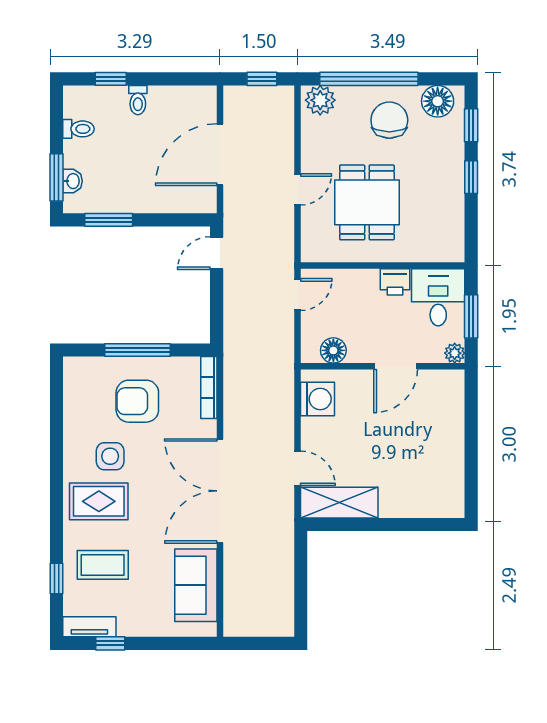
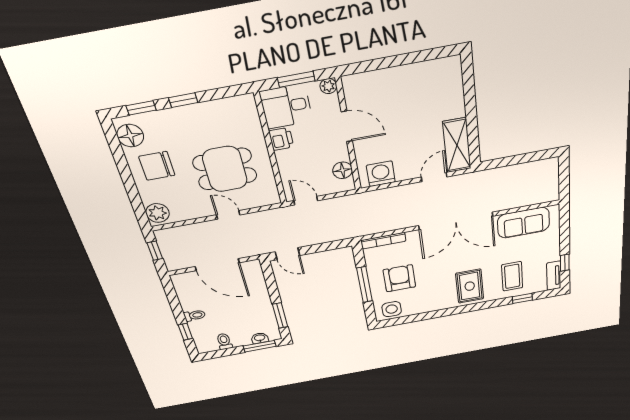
window: (369, 79) -> (130, 185), removed
armchair: (137, 401) -> (399, 278), turned 180
side table: (110, 456) -> (392, 309), moved

